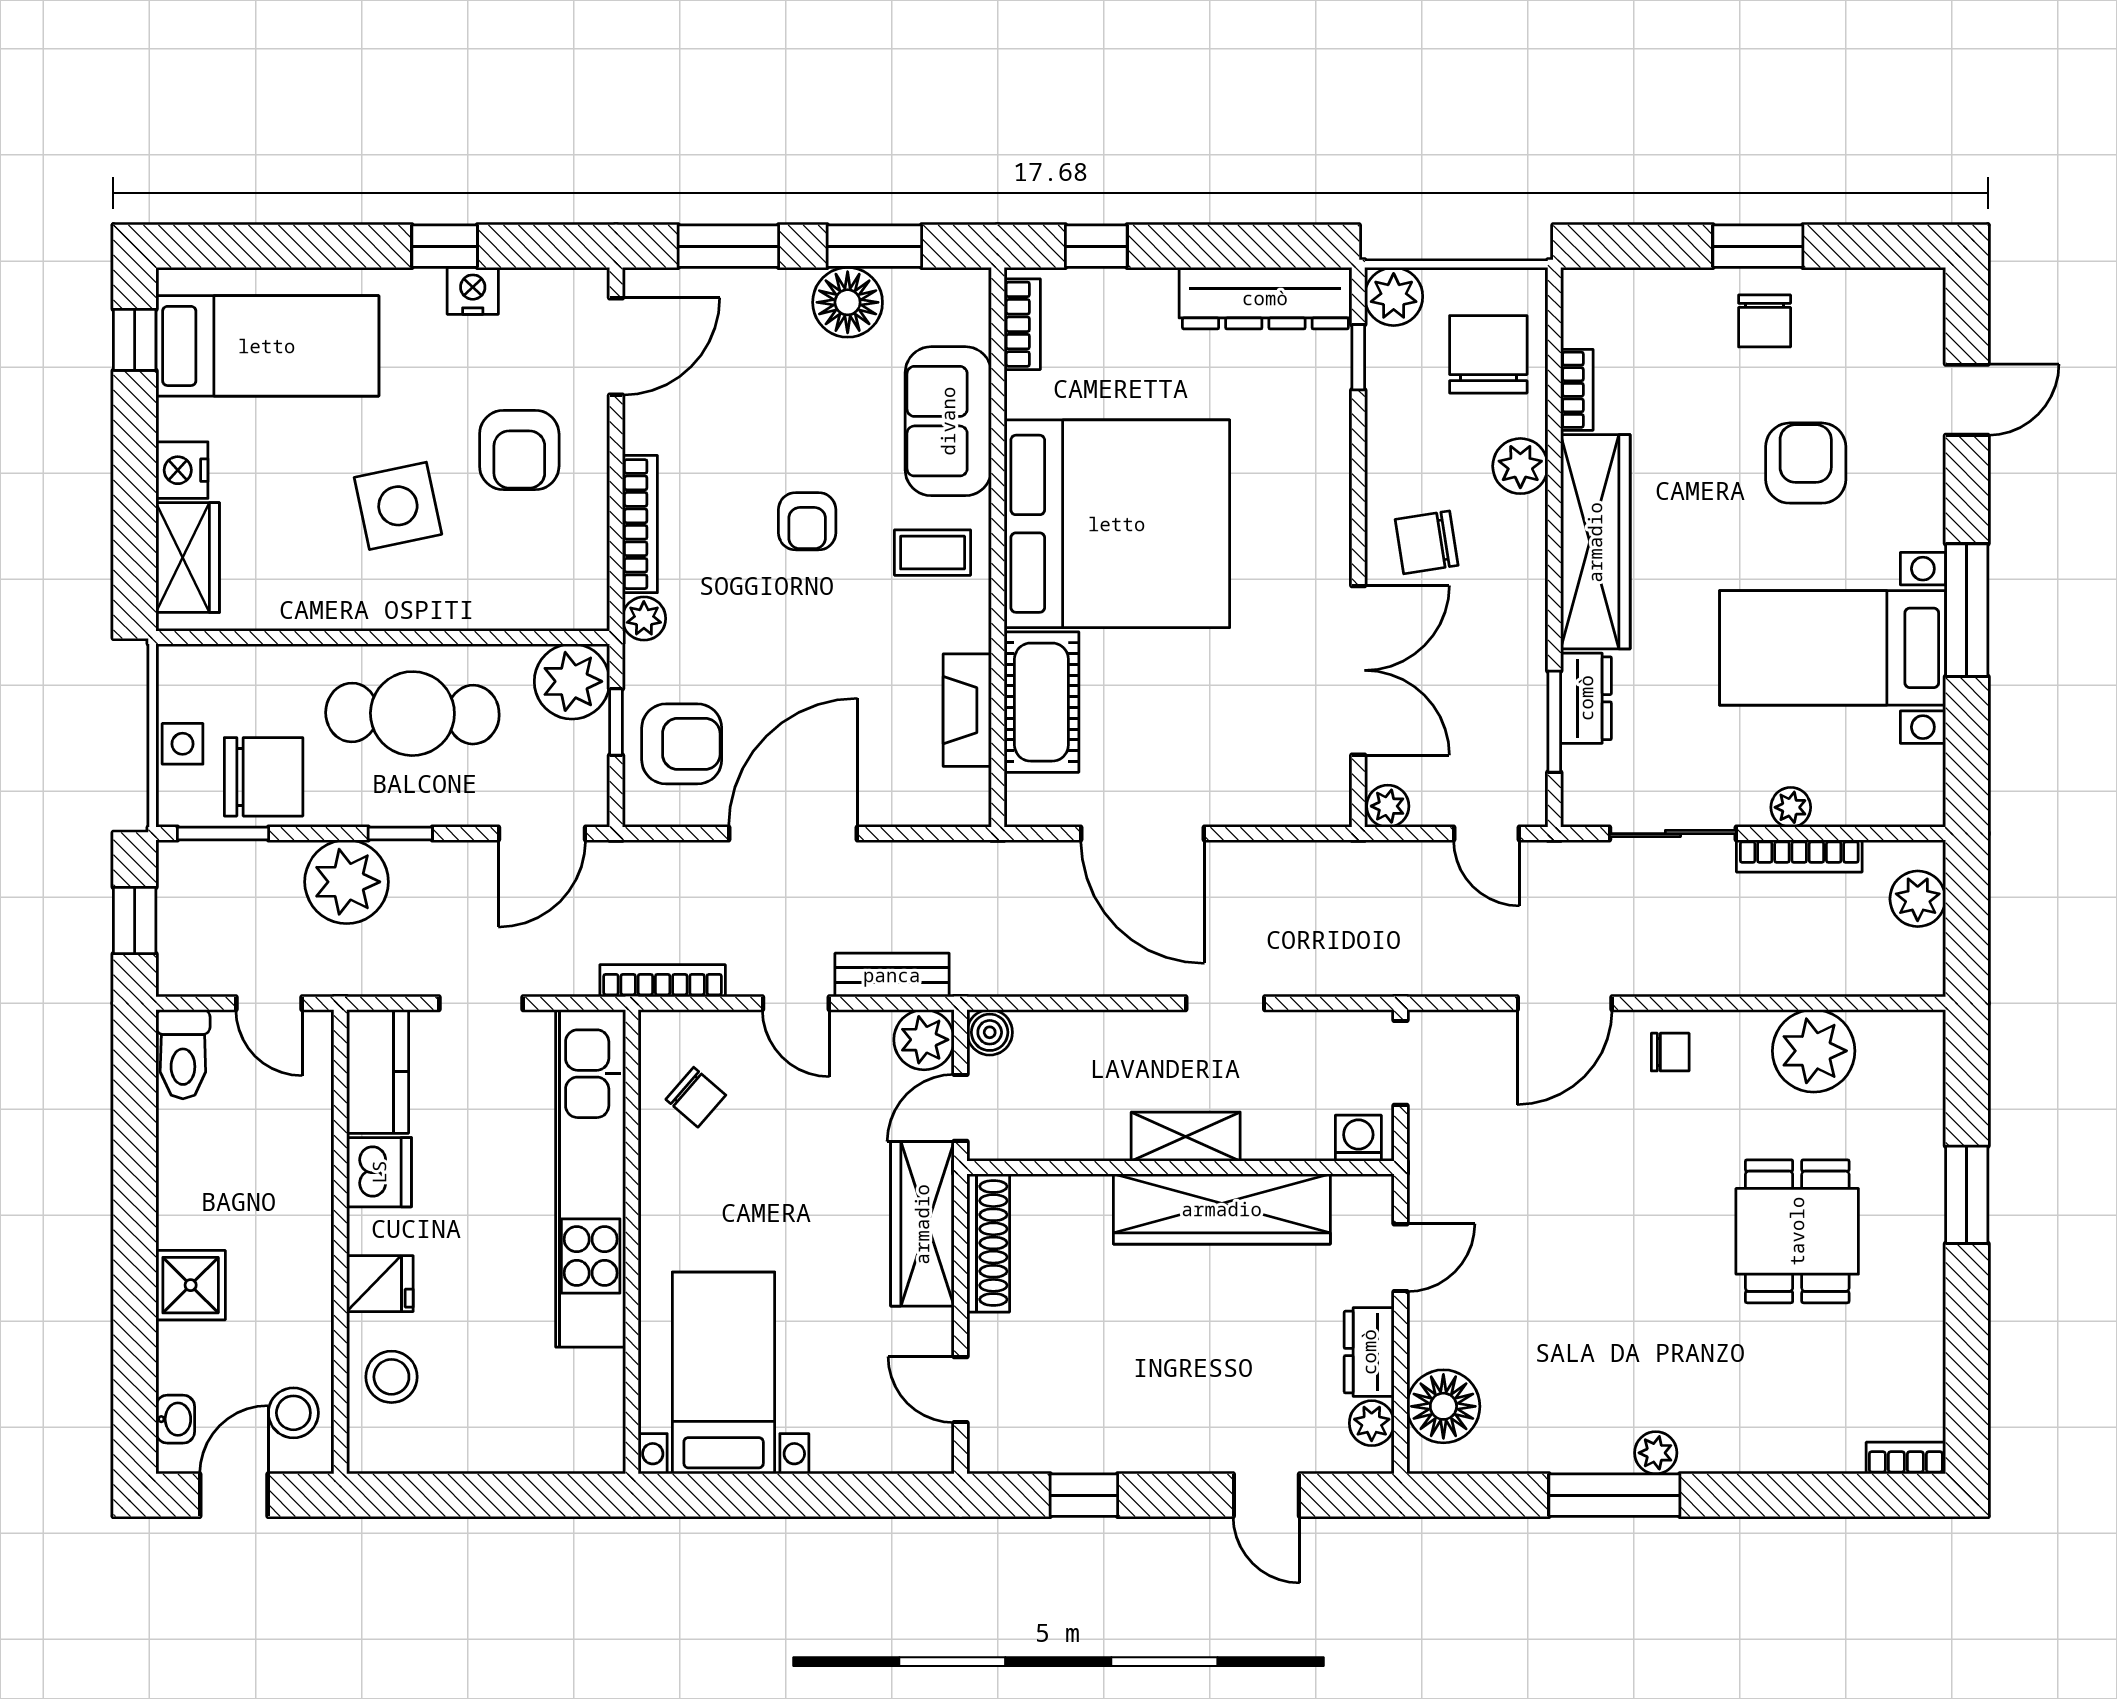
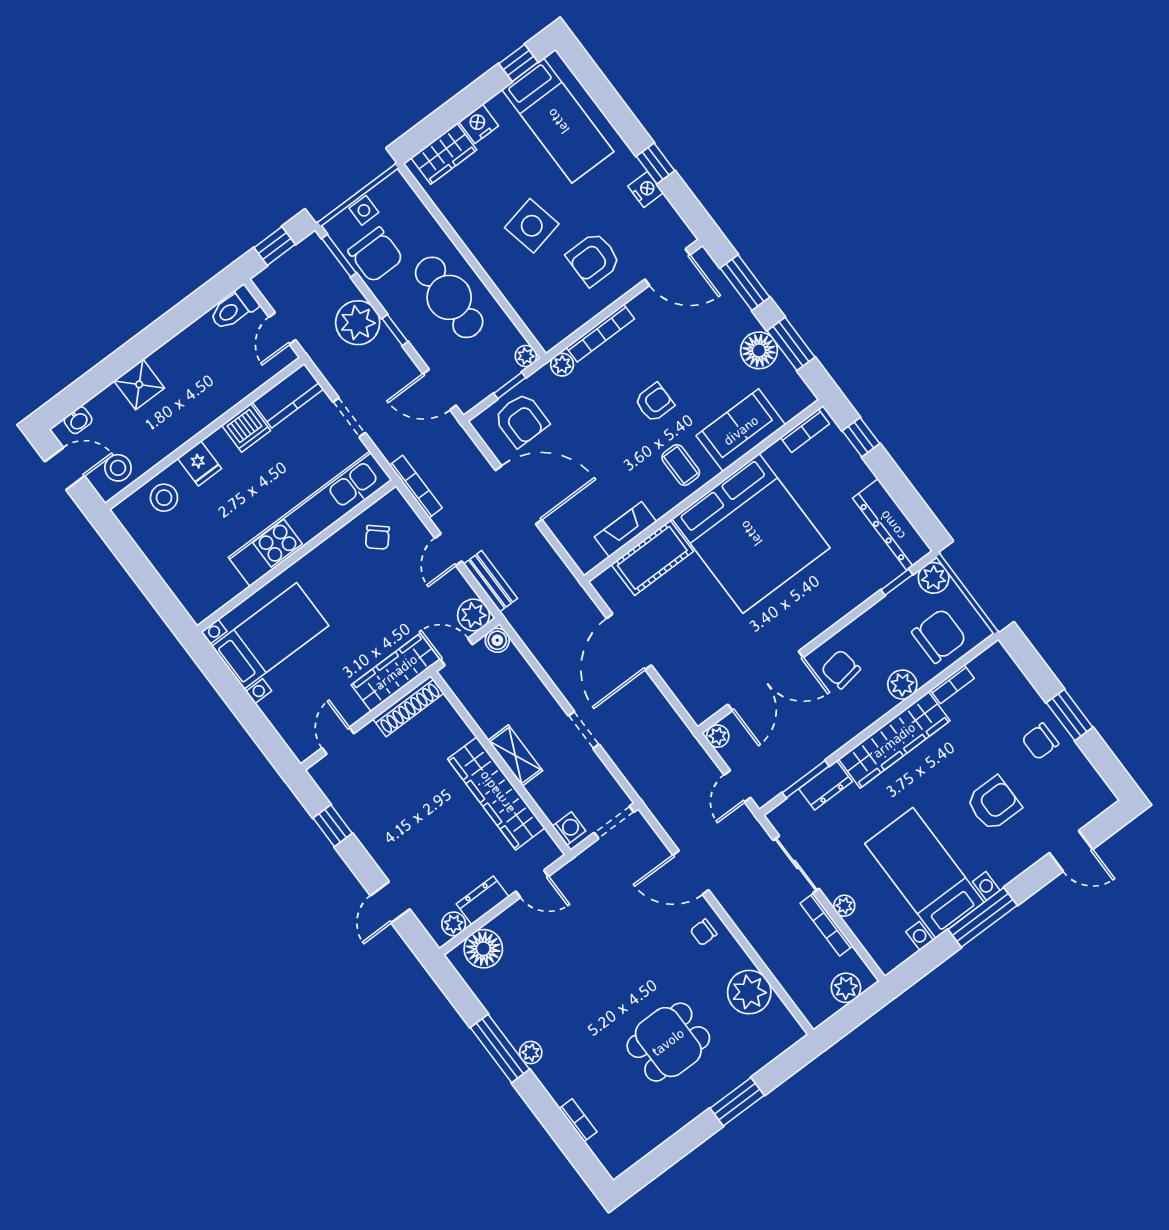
armchair: (807, 521) -> (654, 402), turned 180
plant: (572, 681) -> (526, 356), width x0.53, depth x0.53
chair: (1670, 1052) -> (704, 932), turned 90
bookcase: (1906, 1458) -> (578, 1120), moved

